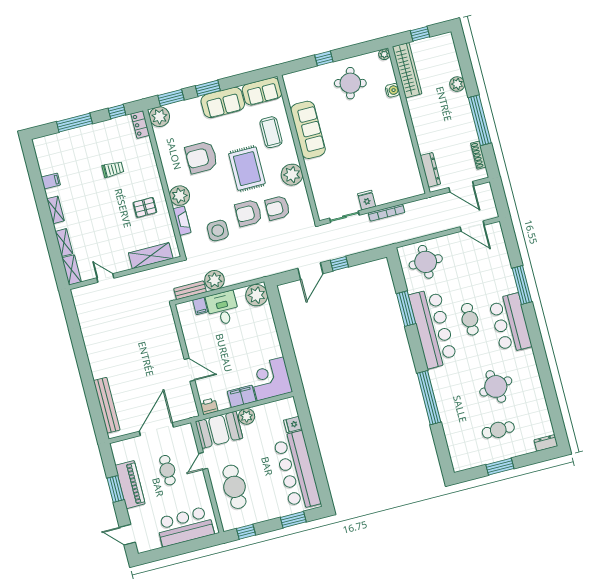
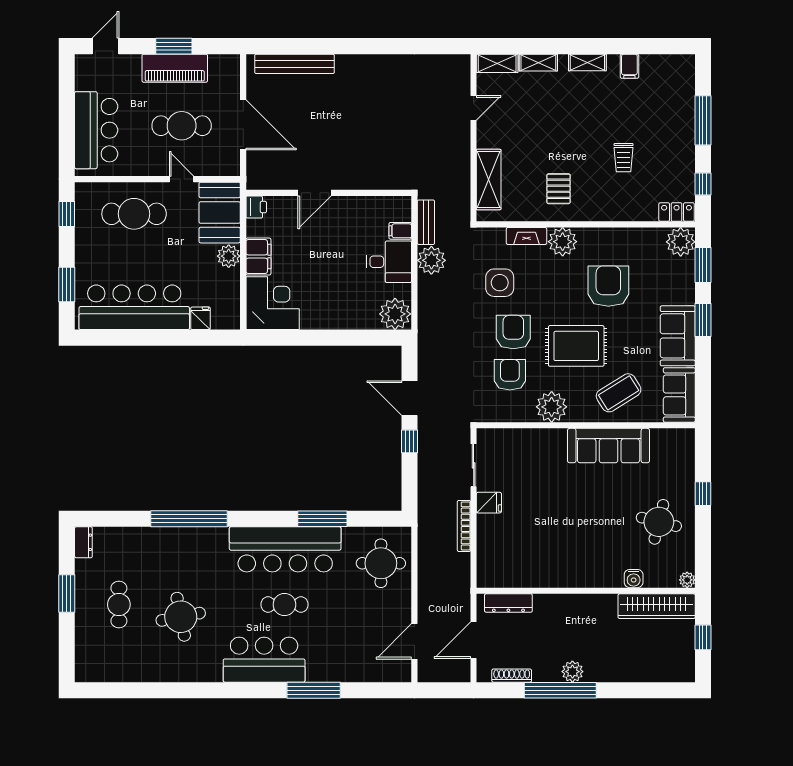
plant: (457, 84) -> (572, 672), moved
coffee table: (271, 132) -> (619, 393), turned -32
dresser: (546, 443) -> (83, 542), moved
cafe table: (167, 470) -> (182, 126), width x1.37, depth x1.35

